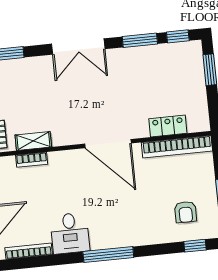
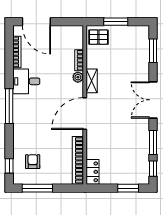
locker: (168, 126) -> (93, 172), moved
shelving: (33, 141) -> (92, 81), moved
plant: (56, 159) -> (78, 77), added
armchair: (185, 212) -> (33, 162), turned 90

